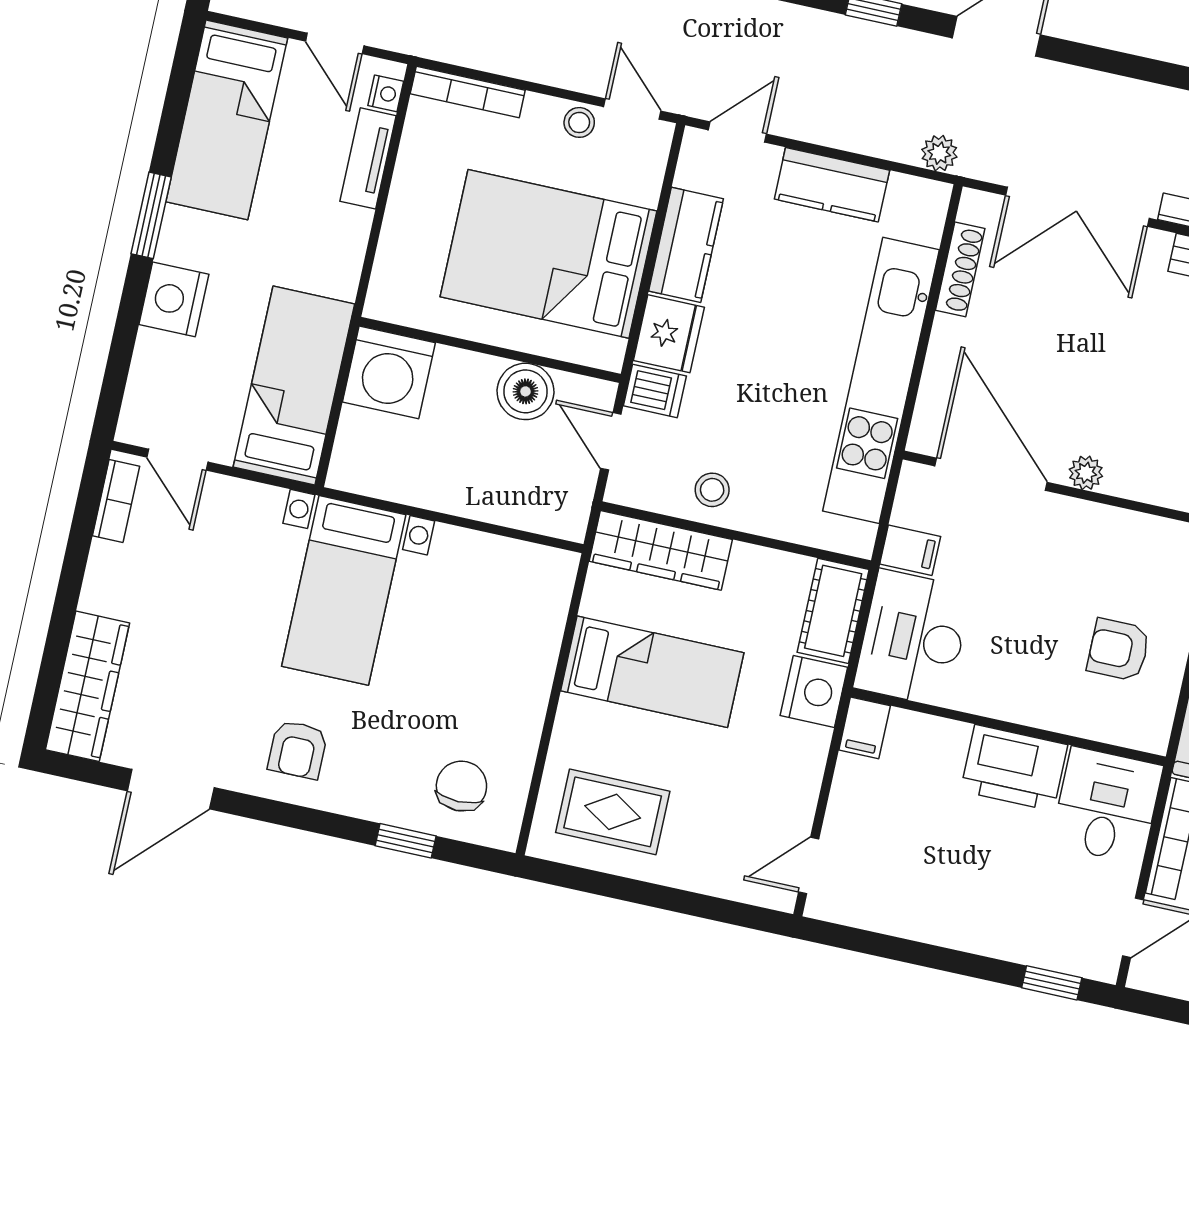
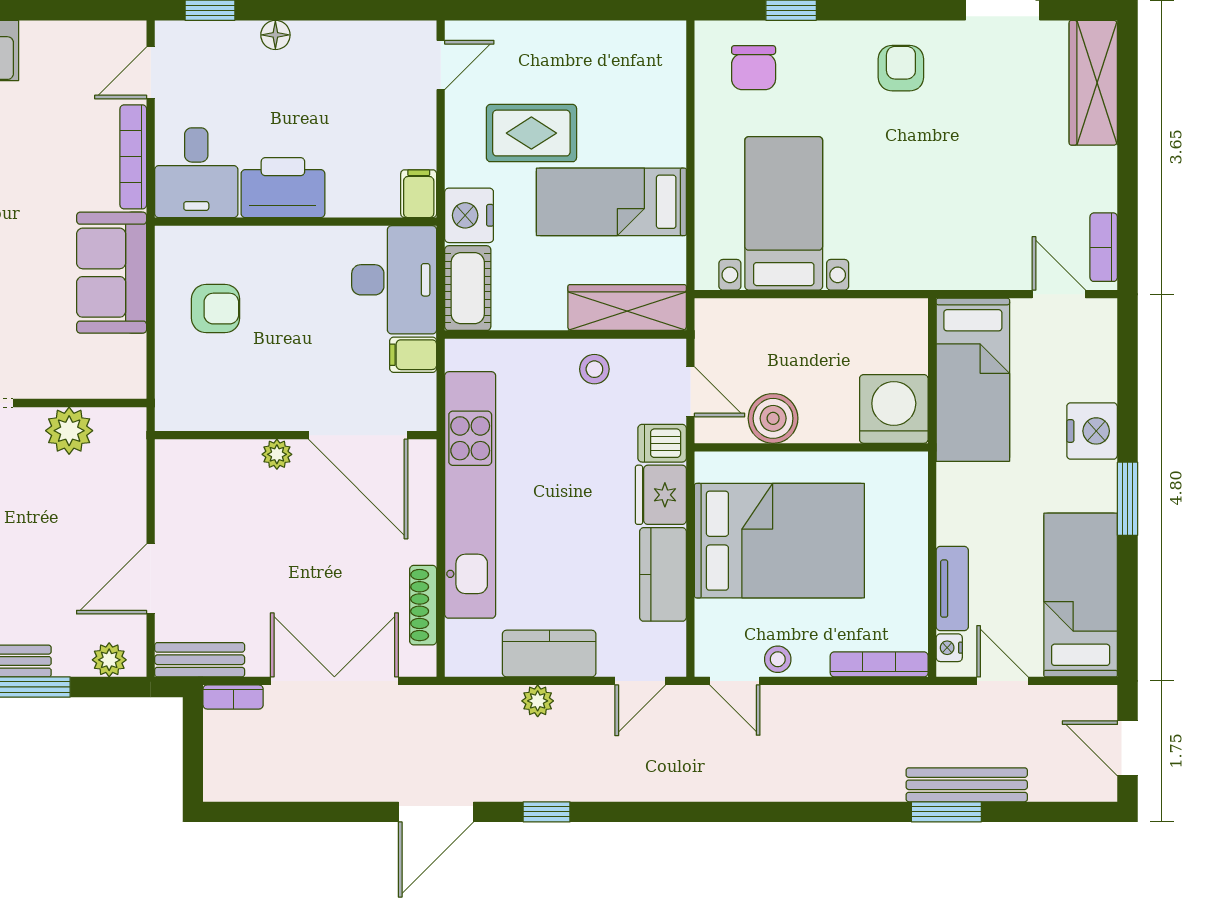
plant: (939, 153) -> (538, 701), moved
bed with nightstands: (344, 590) -> (784, 213), moved
rug: (613, 812) -> (531, 133), moved
floor lamp: (985, 939) -> (275, 35), added

